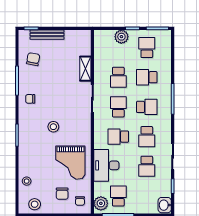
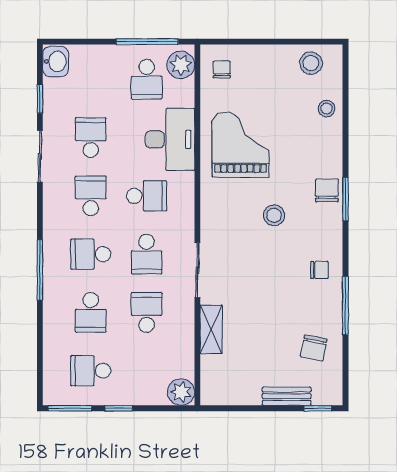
bench: (47, 35) -> (287, 396), width x0.73
plant: (121, 37) -> (181, 392), moved
school desk: (147, 48) -> (91, 371), turned 90
school desk: (147, 77) -> (91, 312), turned 90
chair: (62, 194) -> (327, 190), moved

